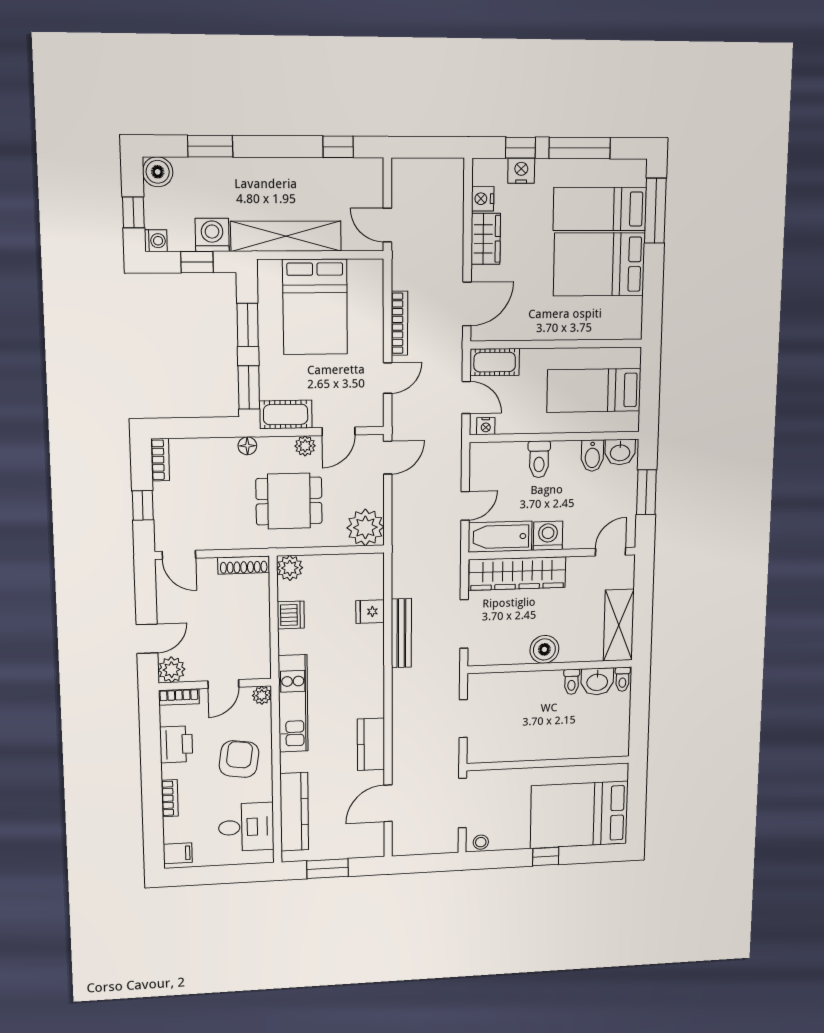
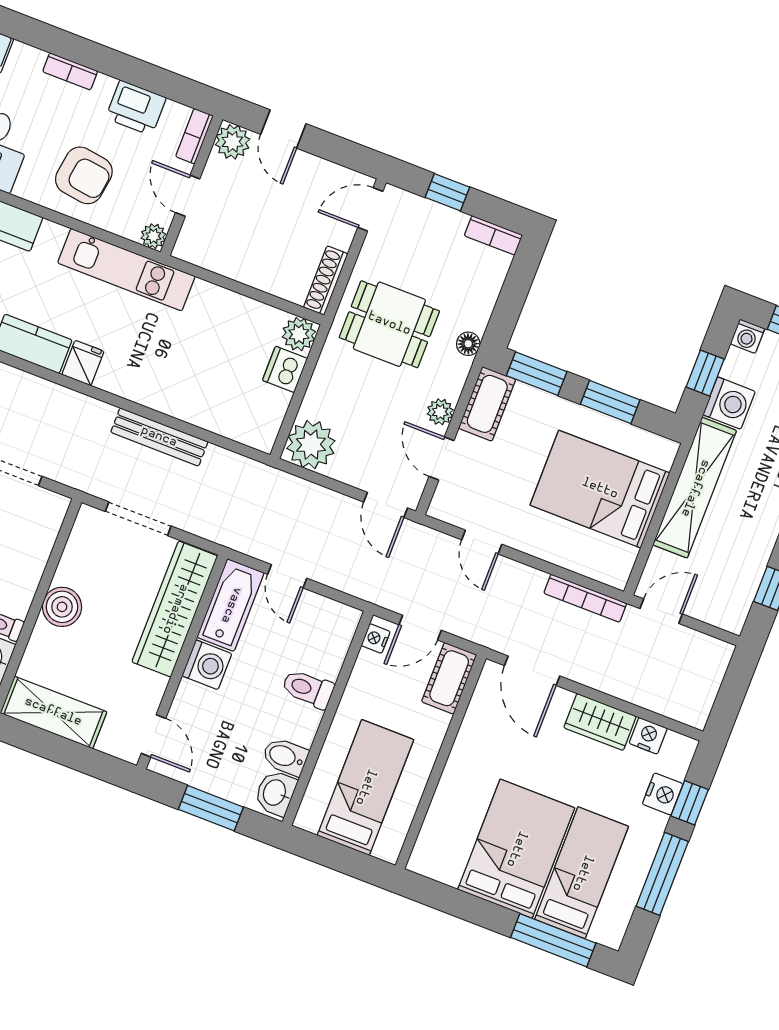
bookcase: (399, 323) -> (585, 598), moved
dining table: (289, 501) -> (389, 324), moved, turned 90
fridge: (370, 612) -> (83, 363), moved
dishwasher: (291, 615) -> (285, 369), moved, turned 90

